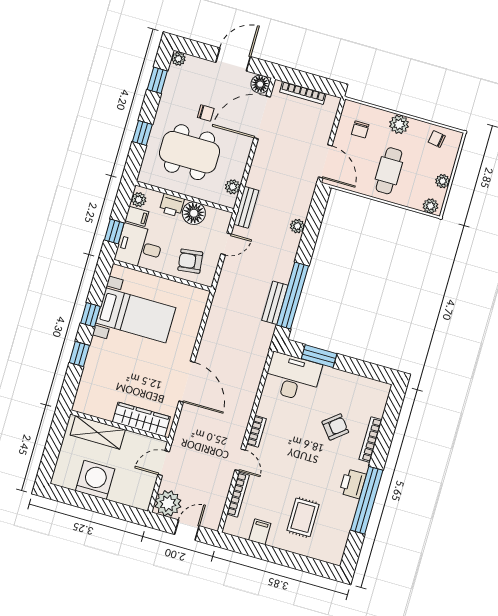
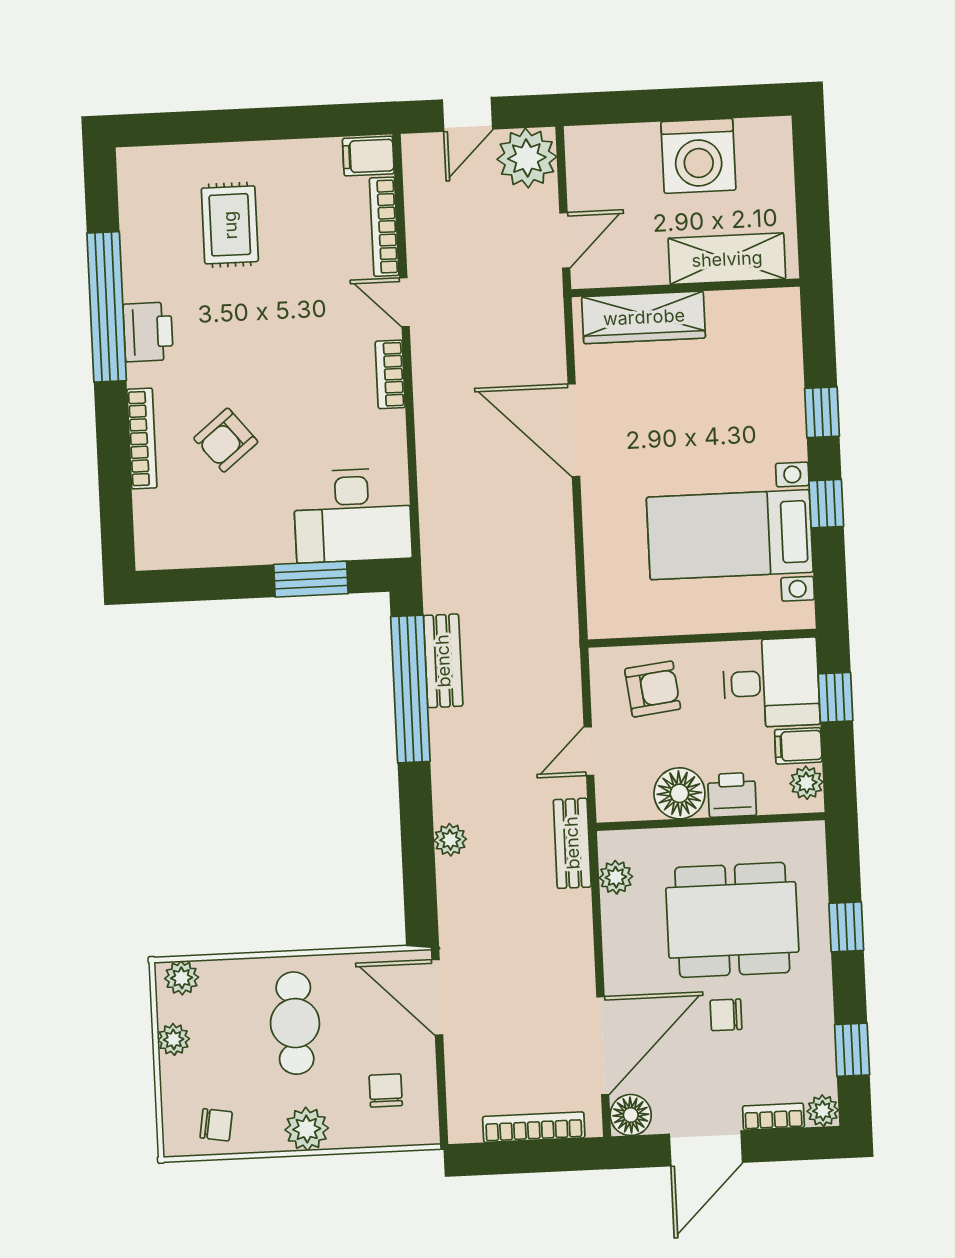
bookcase: (200, 63) -> (773, 1117), added
filing cabinet: (260, 532) -> (368, 156), moved, turned 90

